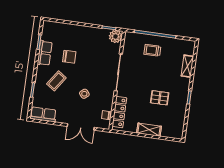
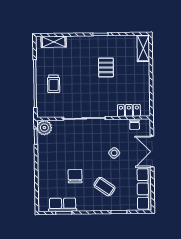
row of seats: (45, 53) -> (63, 205), moved
shelving: (187, 66) -> (54, 42), moved
locker: (119, 112) -> (129, 110), width x0.66
row of seats: (43, 114) -> (144, 189), width x1.48
double door: (81, 127) -> (152, 151), swing flipped
shelving: (149, 130) -> (143, 48), moved

